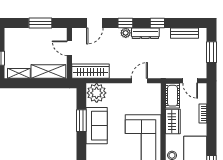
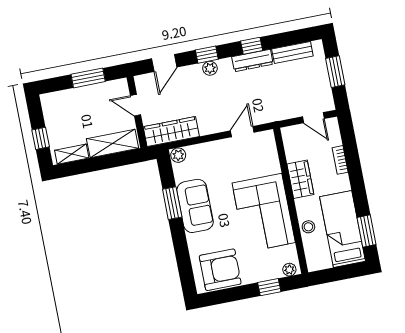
dresser: (145, 33) -> (252, 60), moved
plant: (97, 93) -> (178, 155), width x0.53, depth x0.53
cot: (173, 96) -> (293, 143), removed

